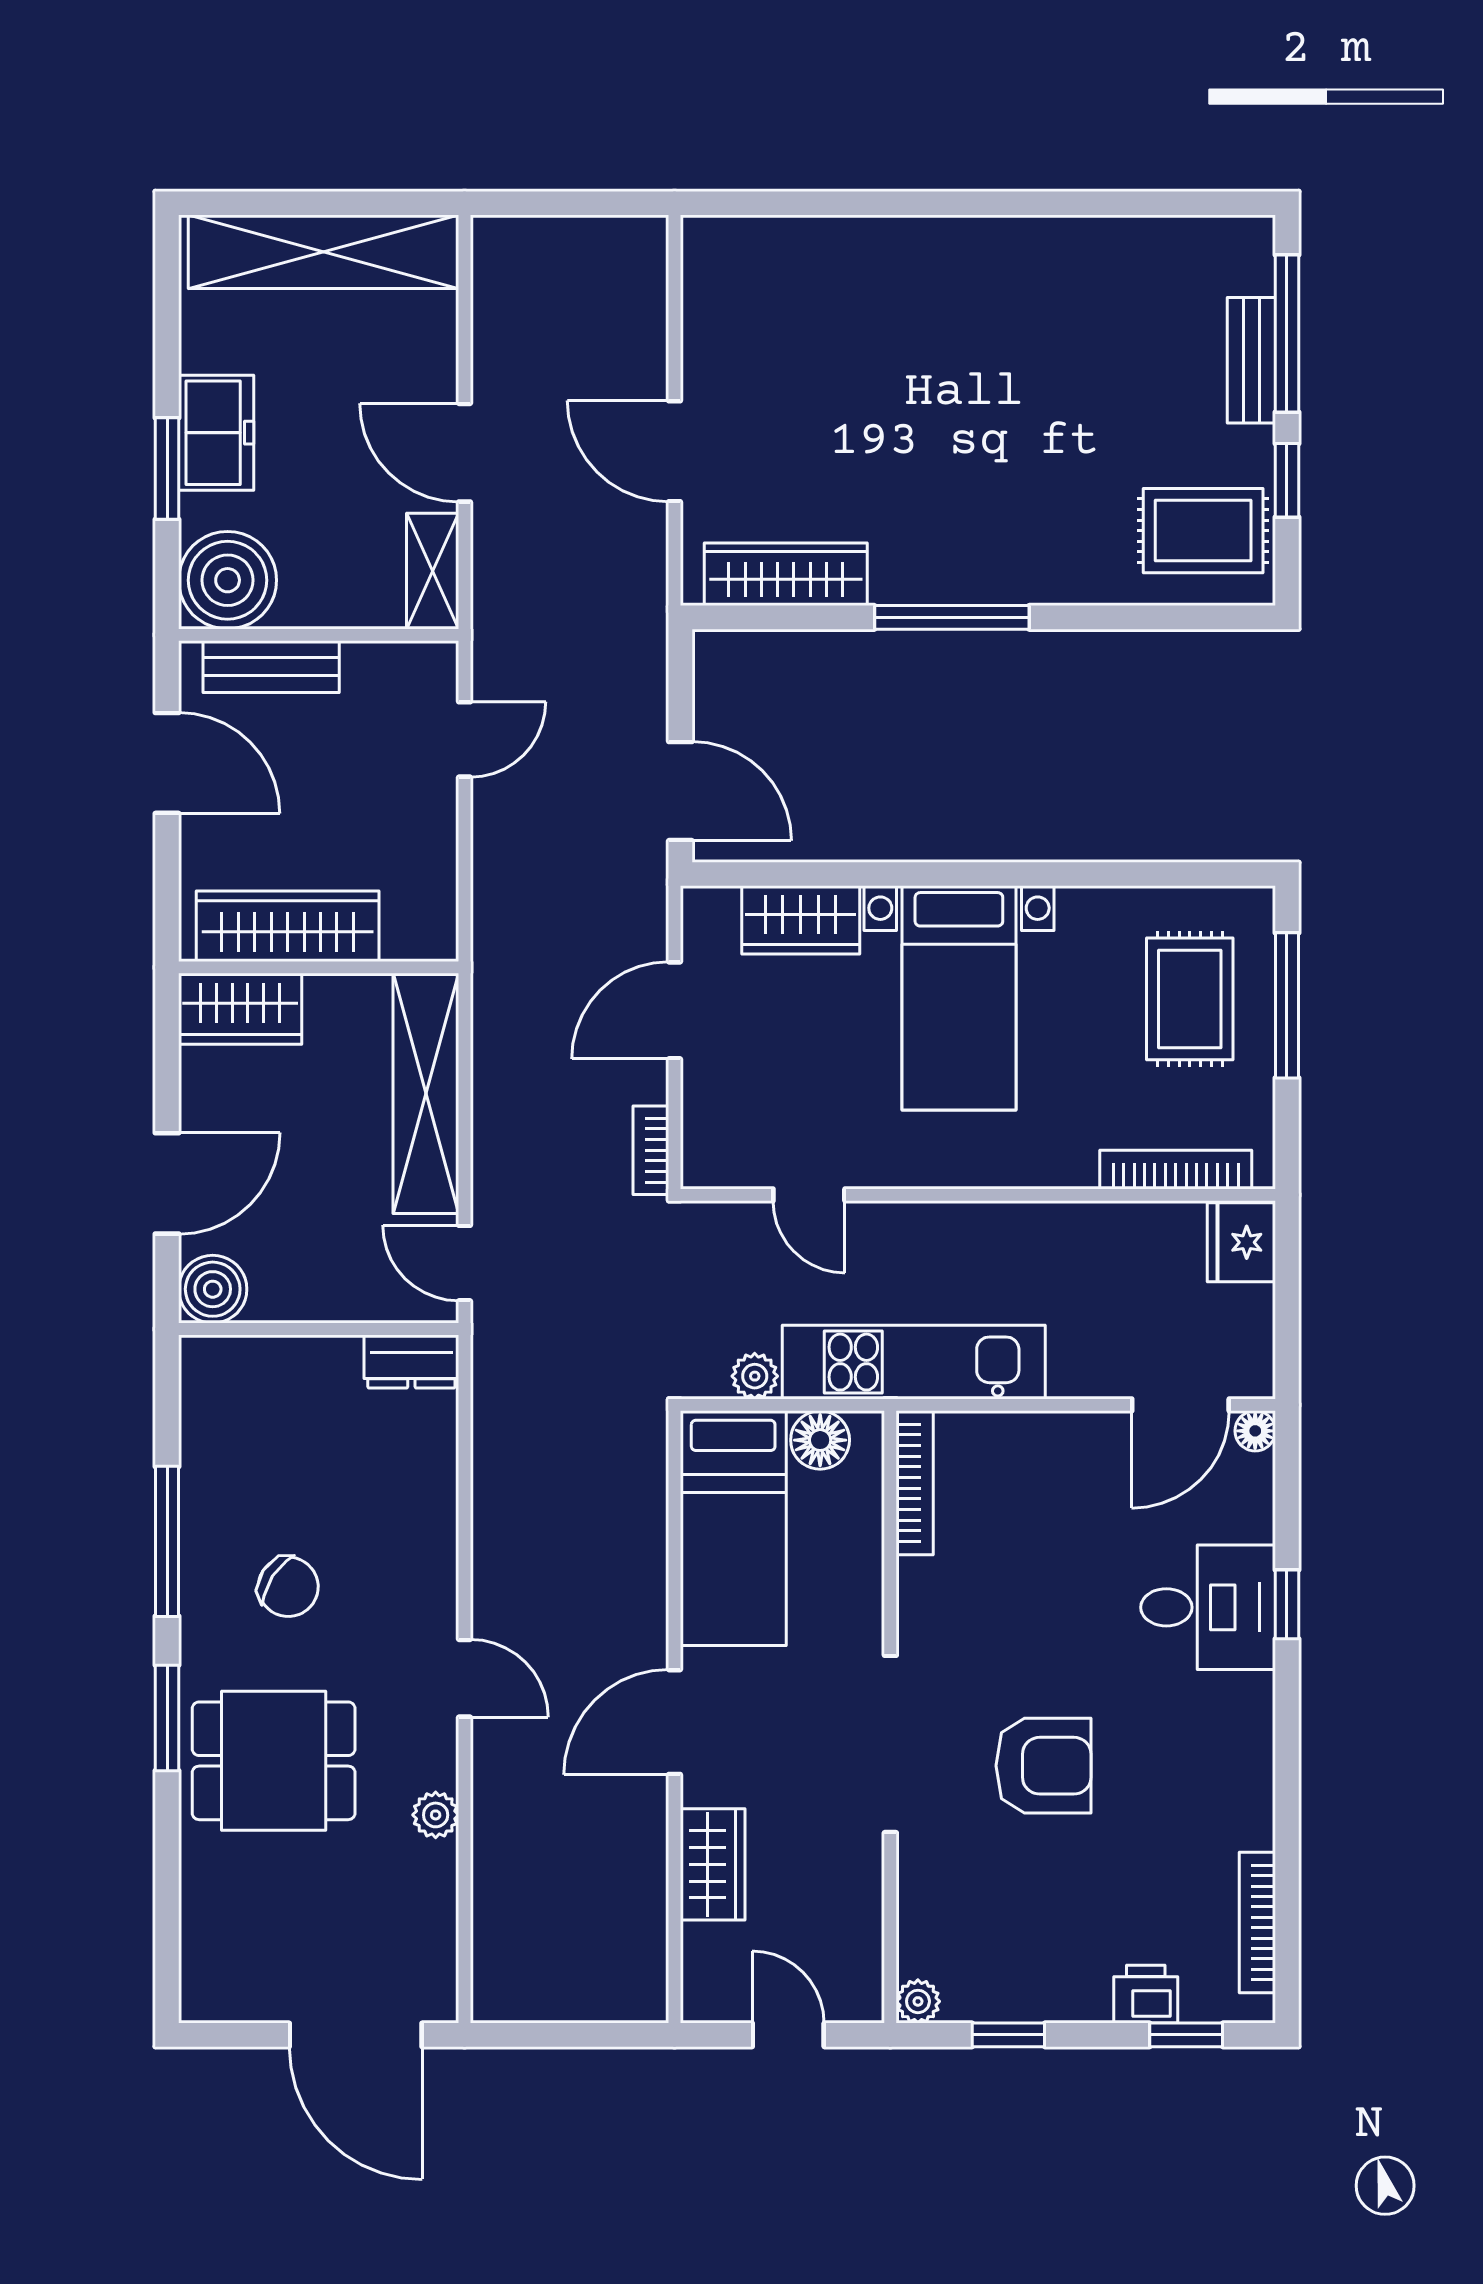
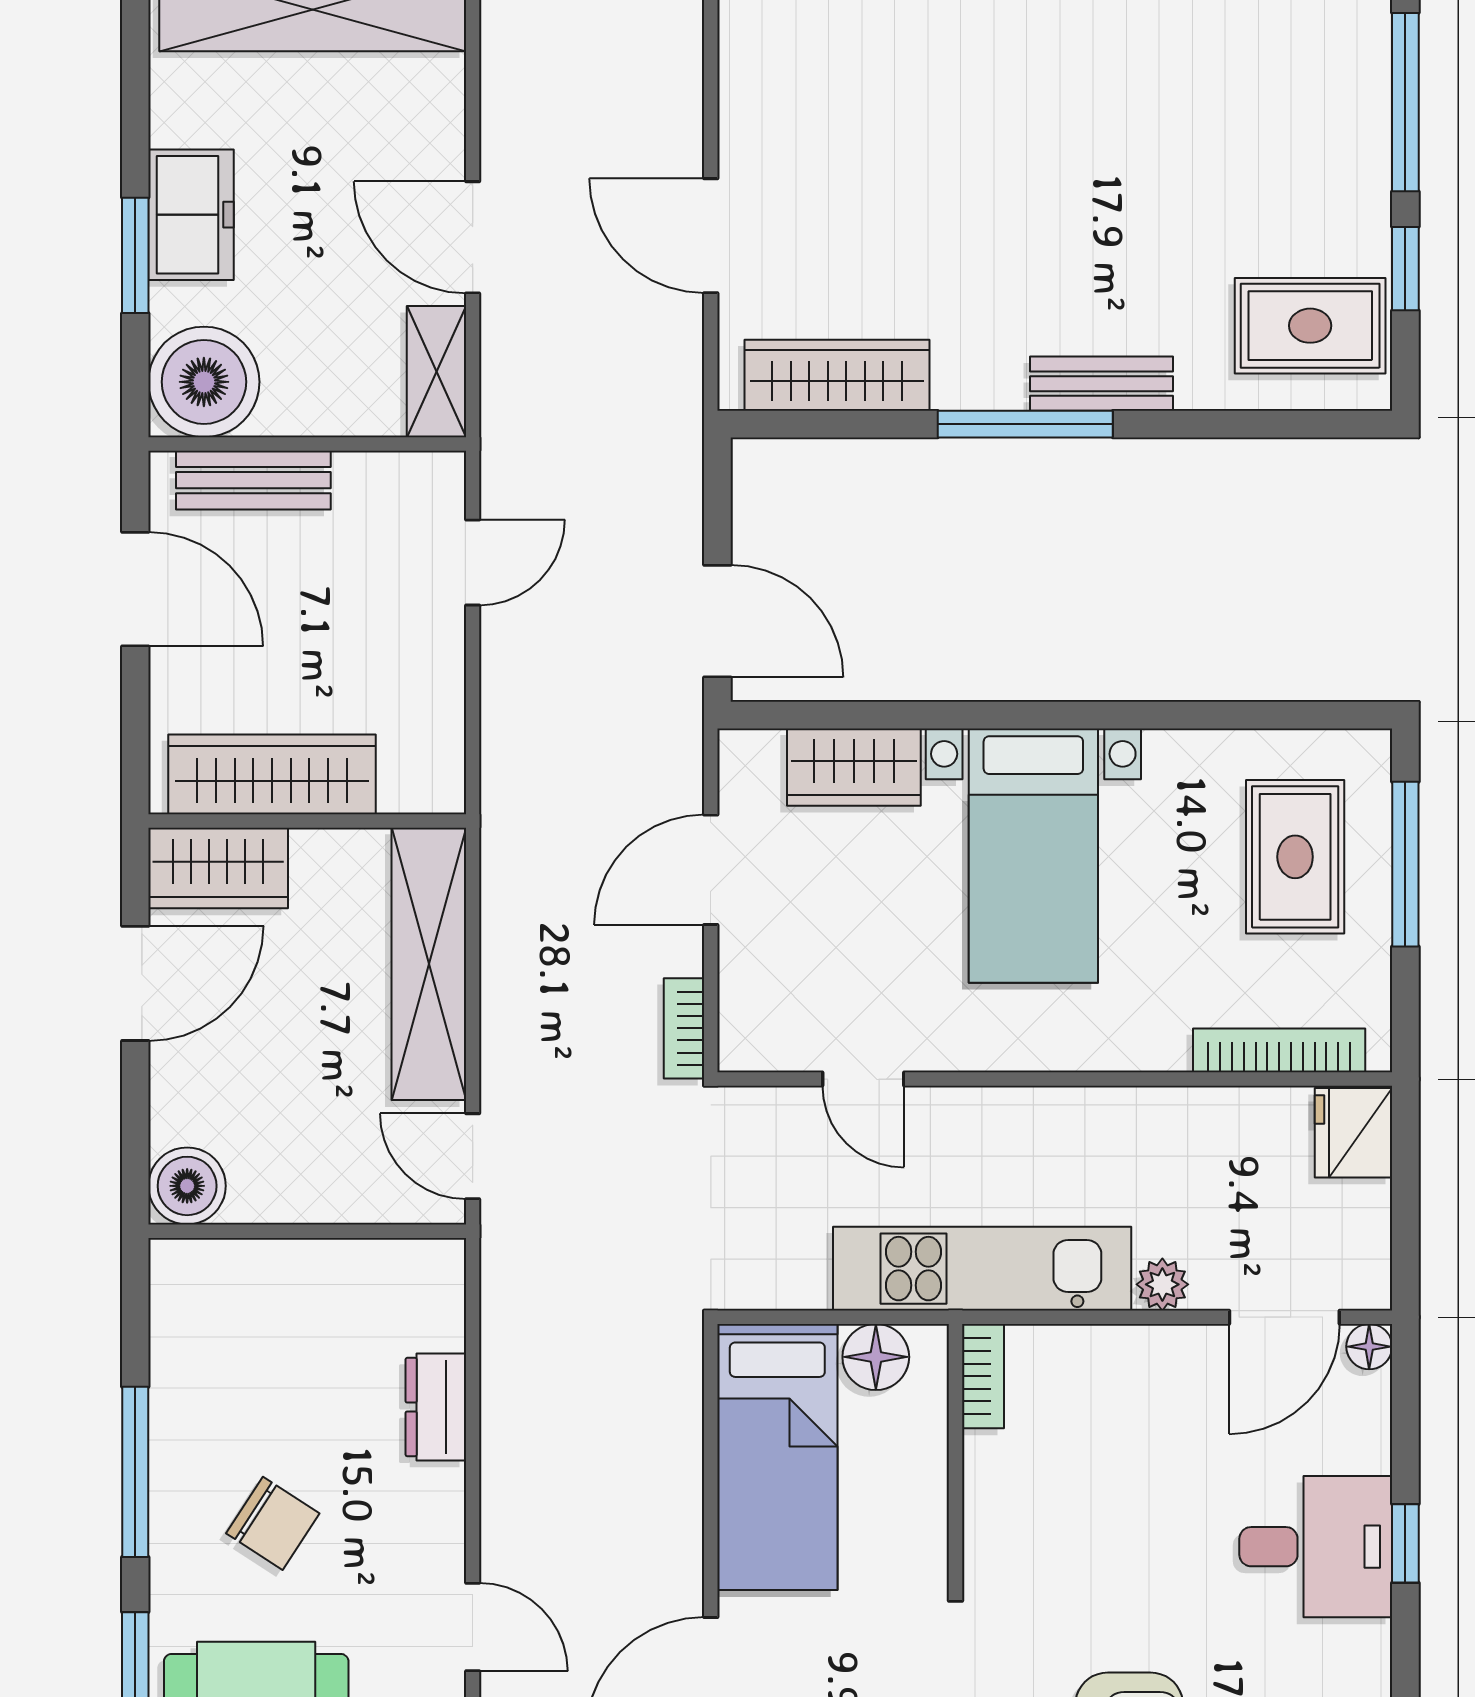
bench: (1251, 360) -> (1101, 384), moved, turned 90
door: (167, 1183) -> (135, 983), moved
dresser: (411, 1361) -> (436, 1407), moved, turned 90
plant: (755, 1376) -> (1162, 1284), moved
bookcase: (915, 1483) -> (983, 1376), width x0.64

